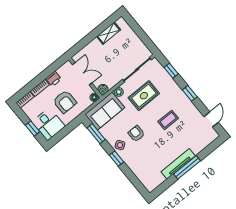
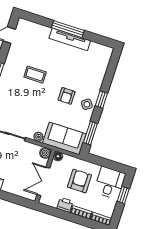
rug: (144, 96) -> (27, 111), removed

